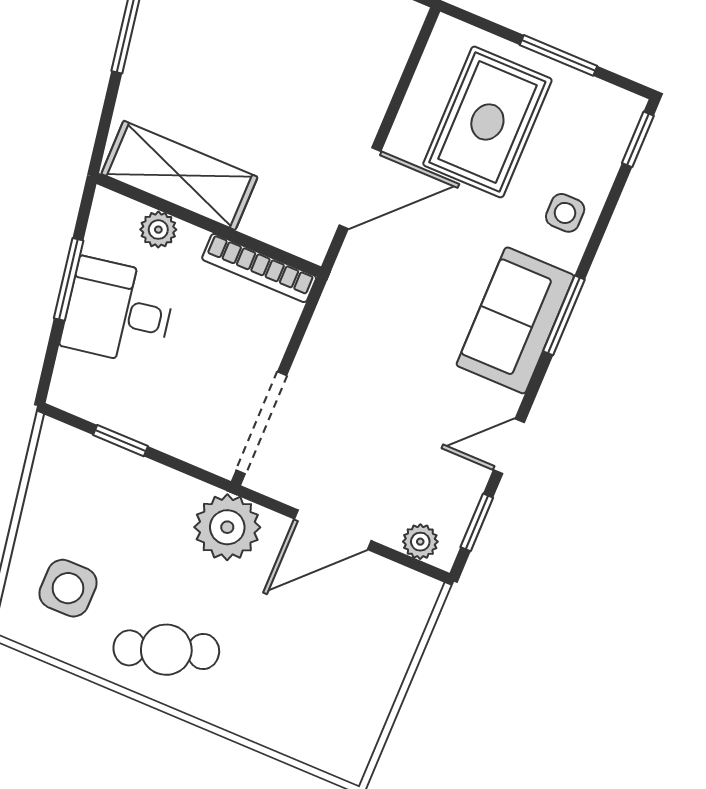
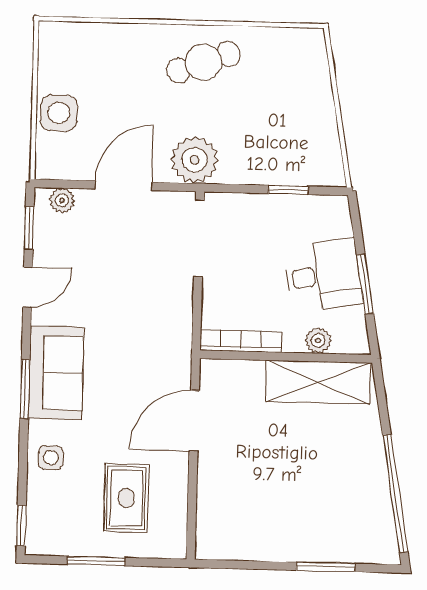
rug: (487, 122) -> (126, 498), width x0.73, depth x0.70
side table: (68, 588) -> (59, 113), moved

